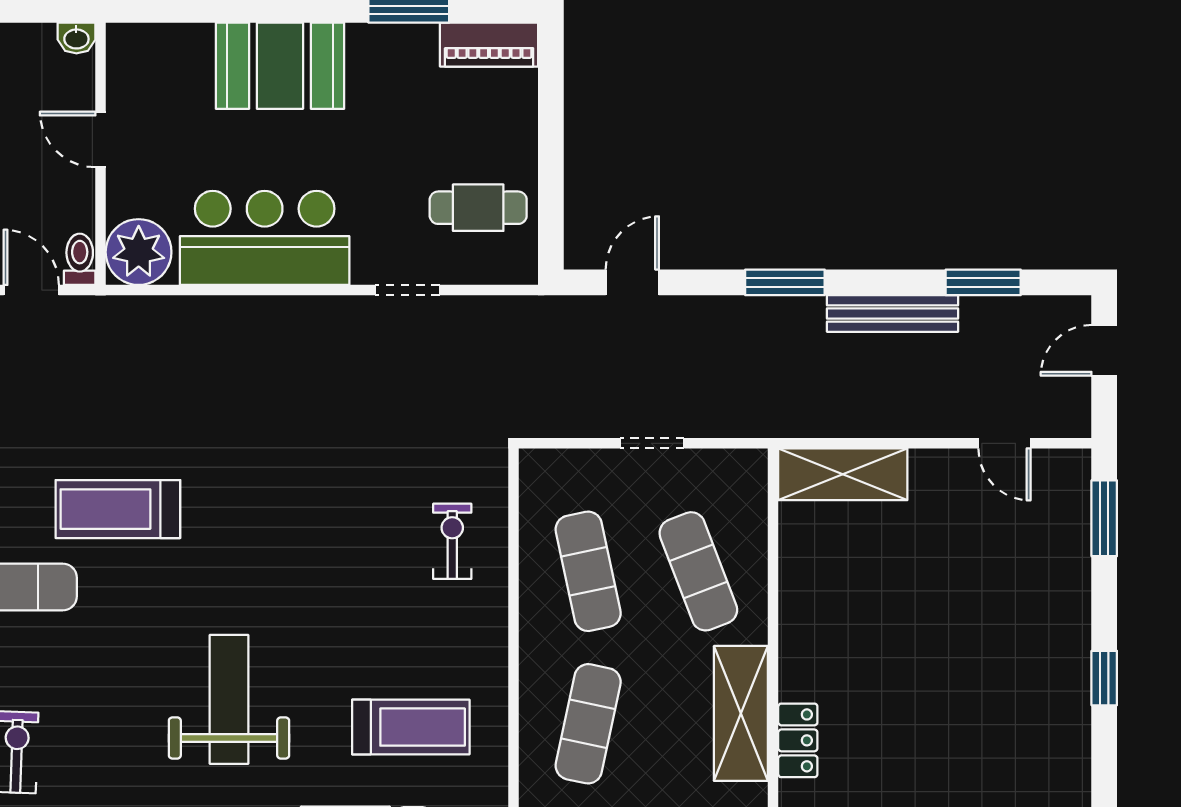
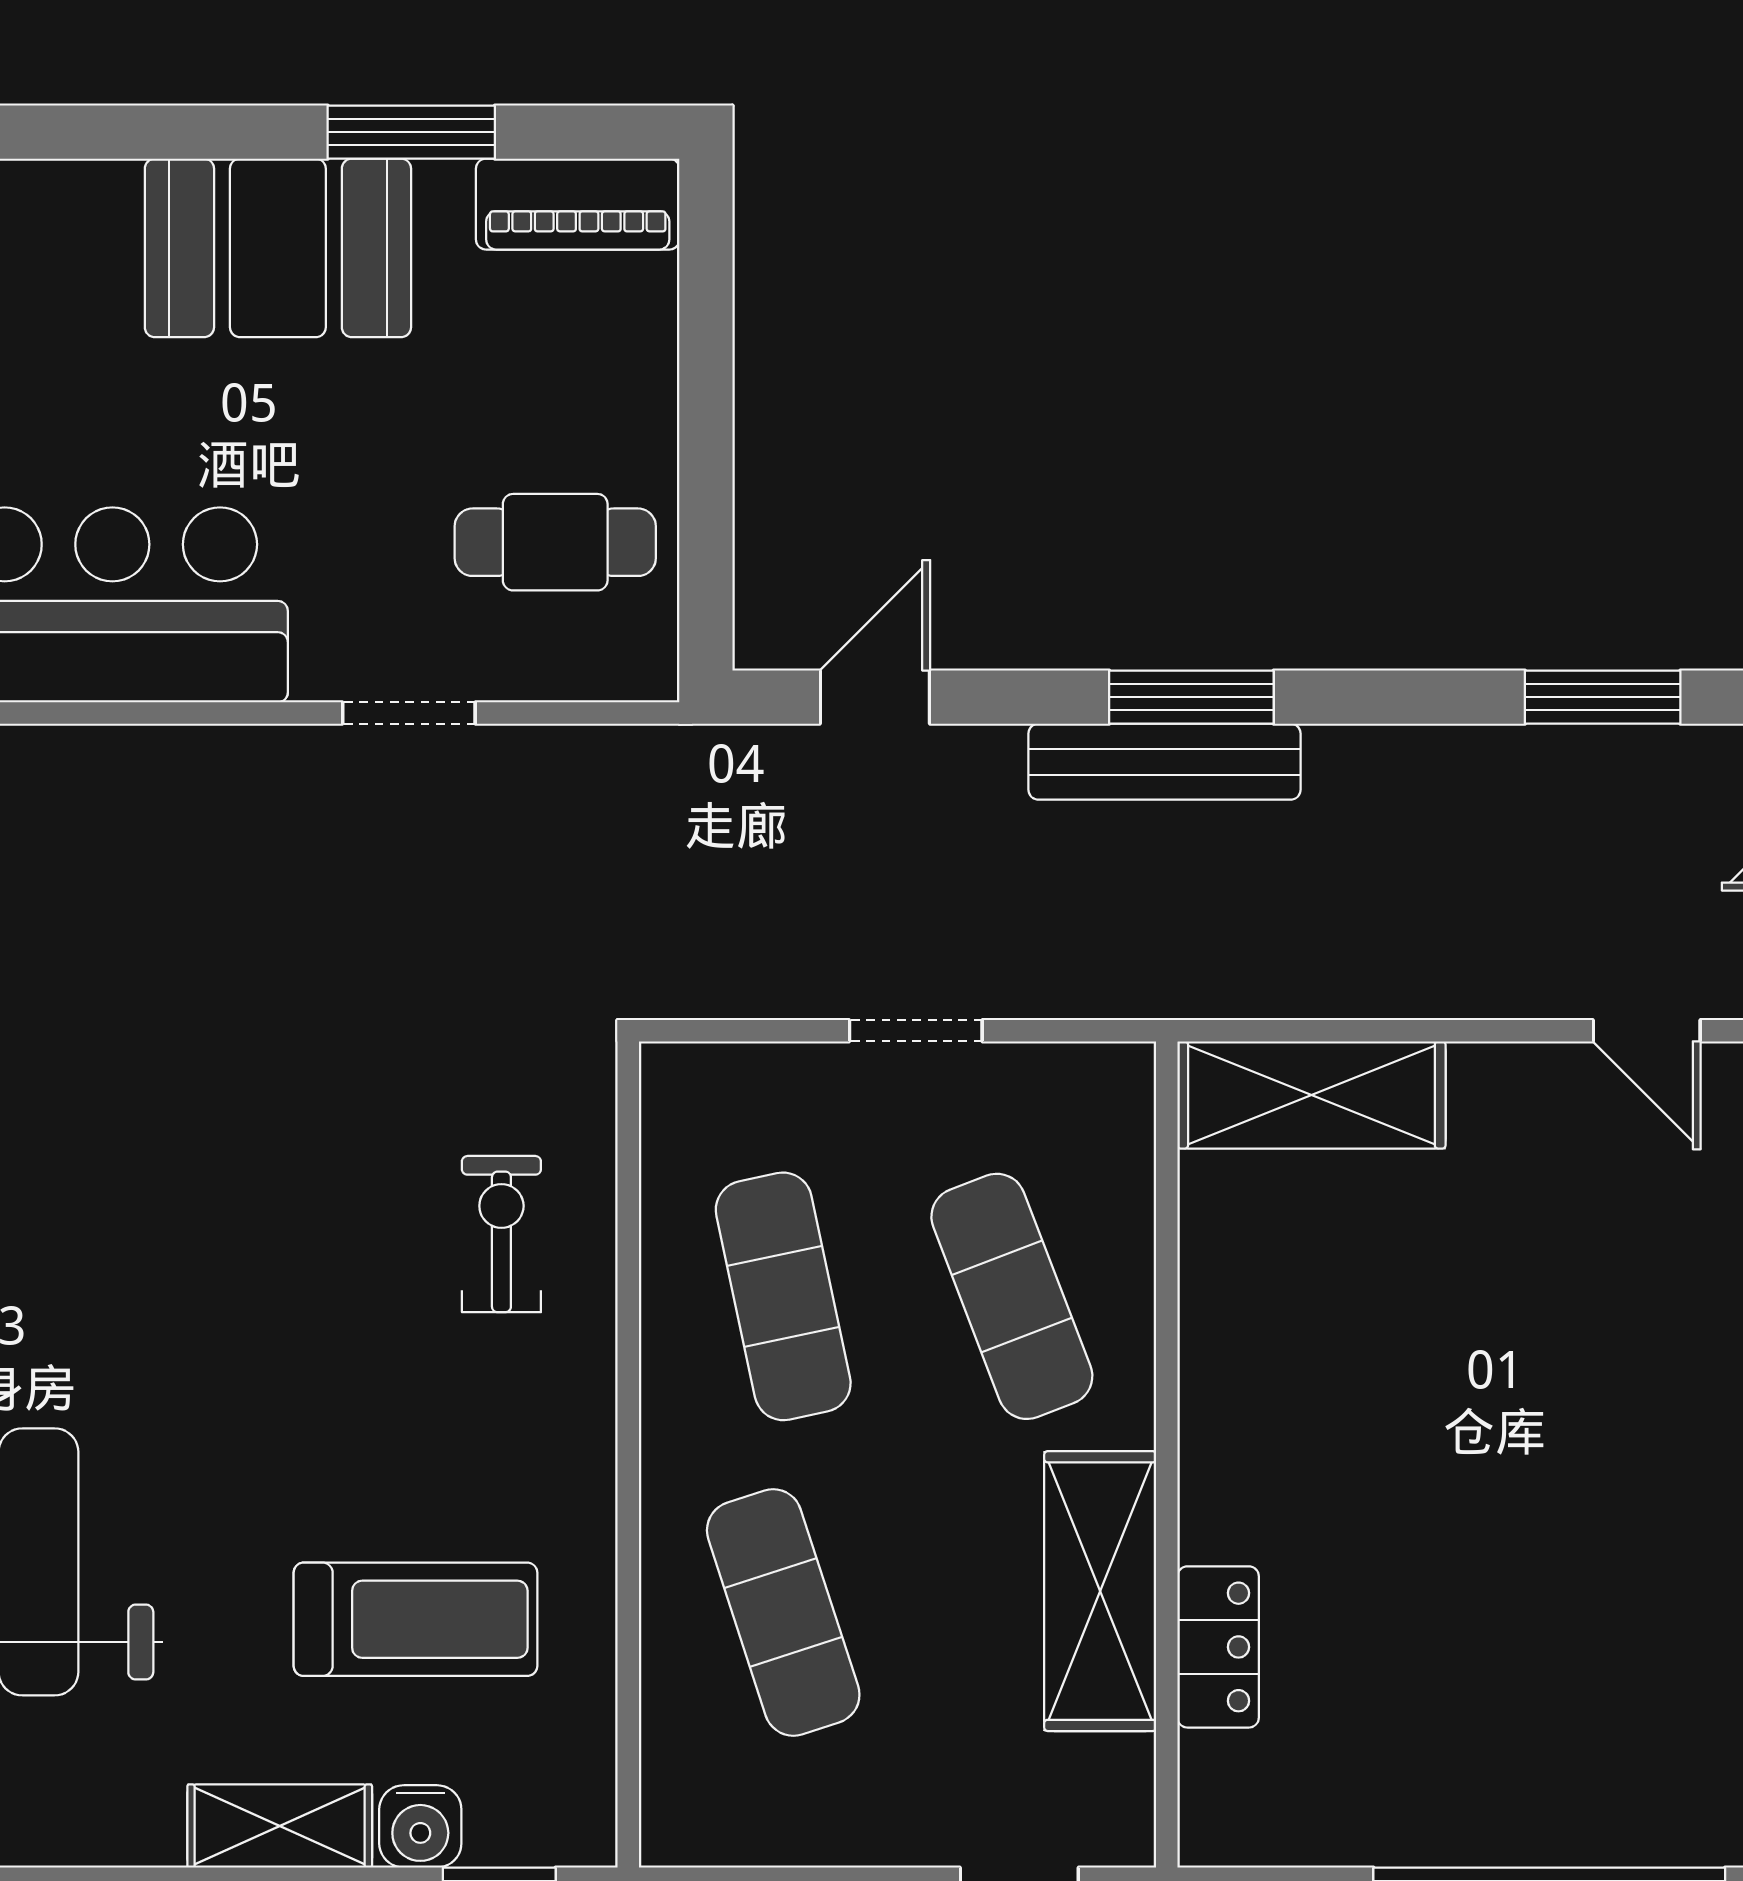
booth: (280, 66) -> (278, 248), moved
bench: (892, 313) -> (1165, 762), moved
exercise mat: (588, 724) -> (783, 1612), turned -30

